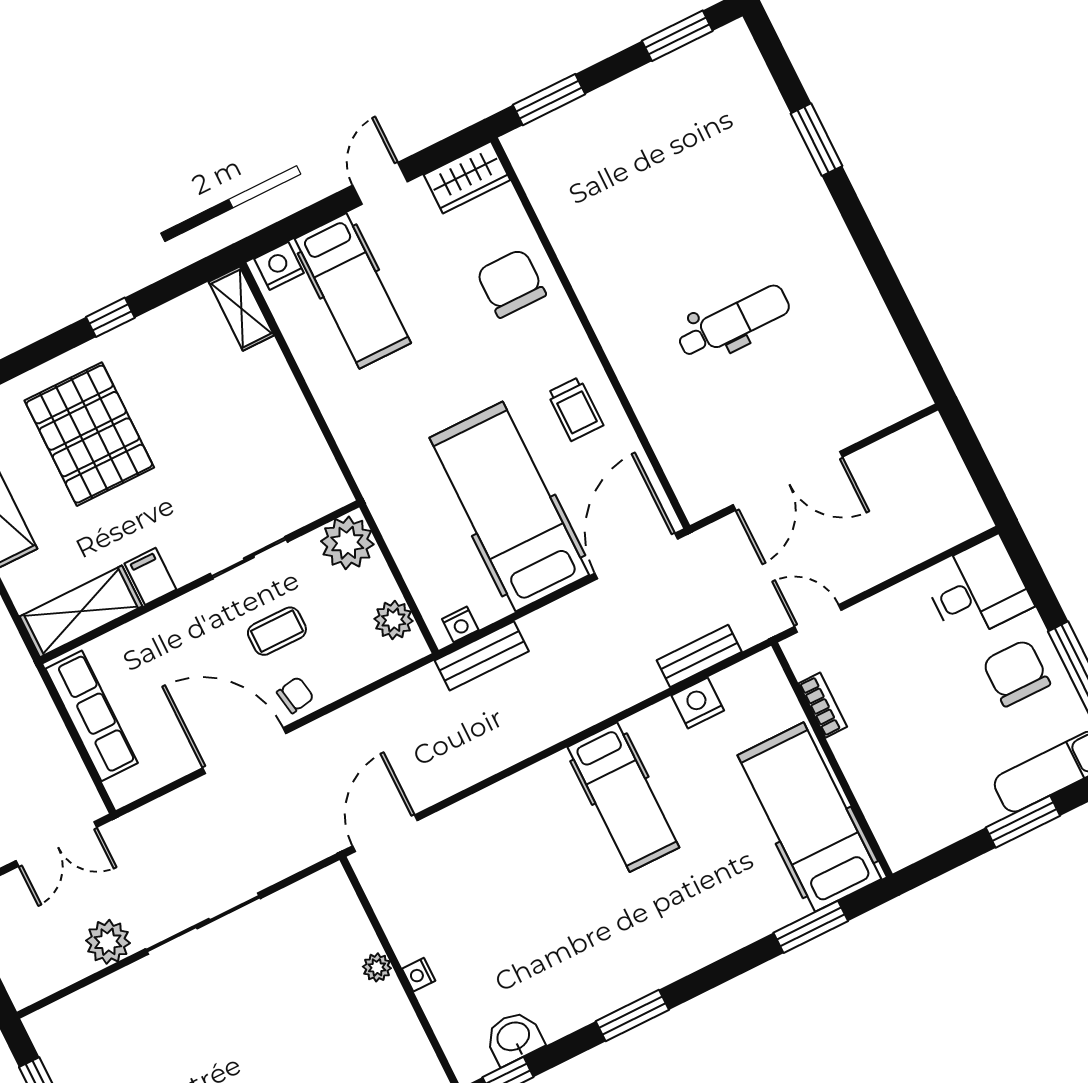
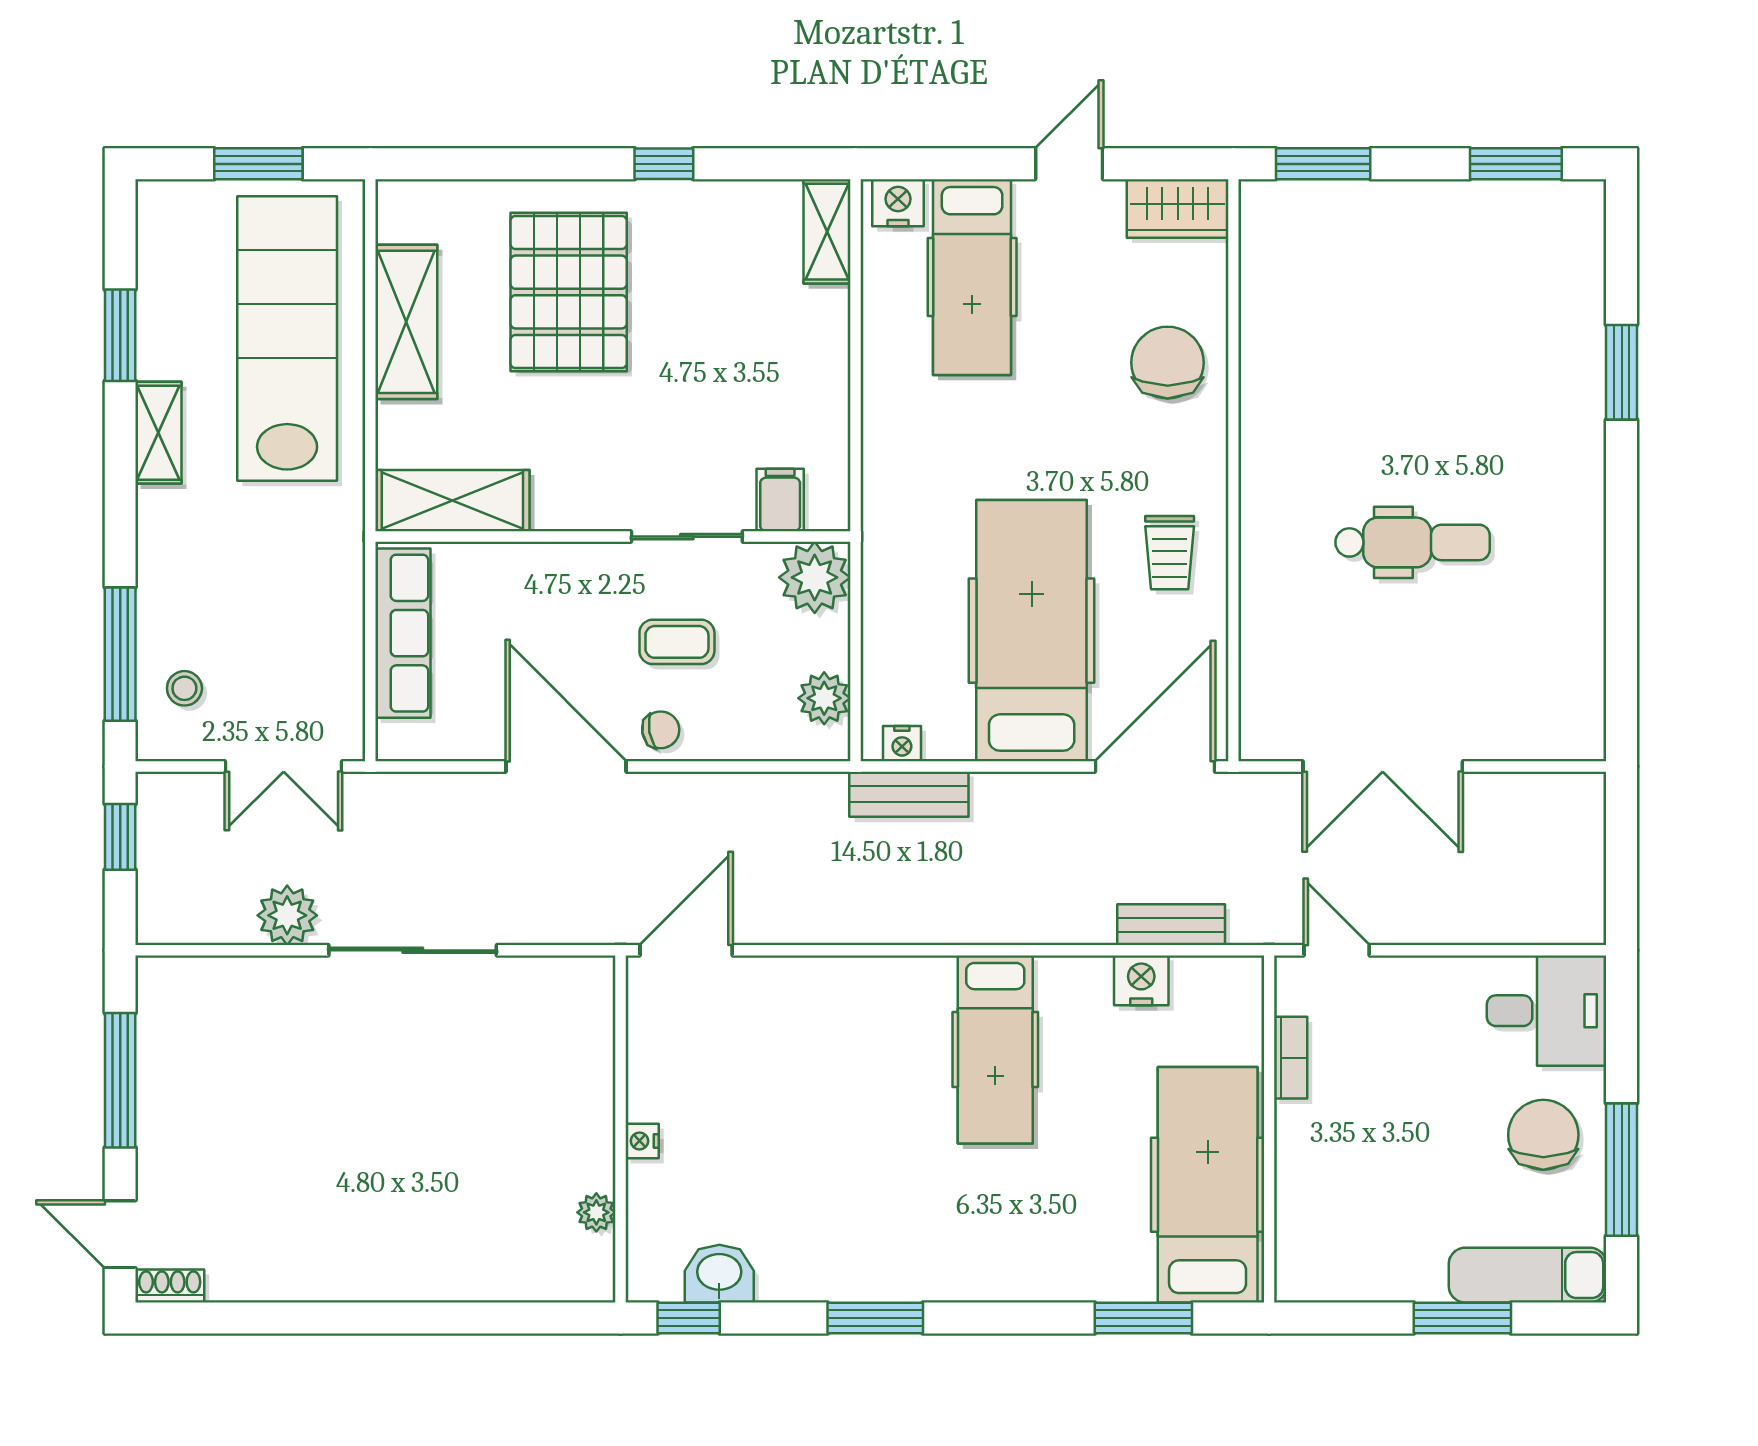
filing cabinet: (150, 576) -> (780, 500), moved
plant: (377, 967) -> (596, 1212), moved

